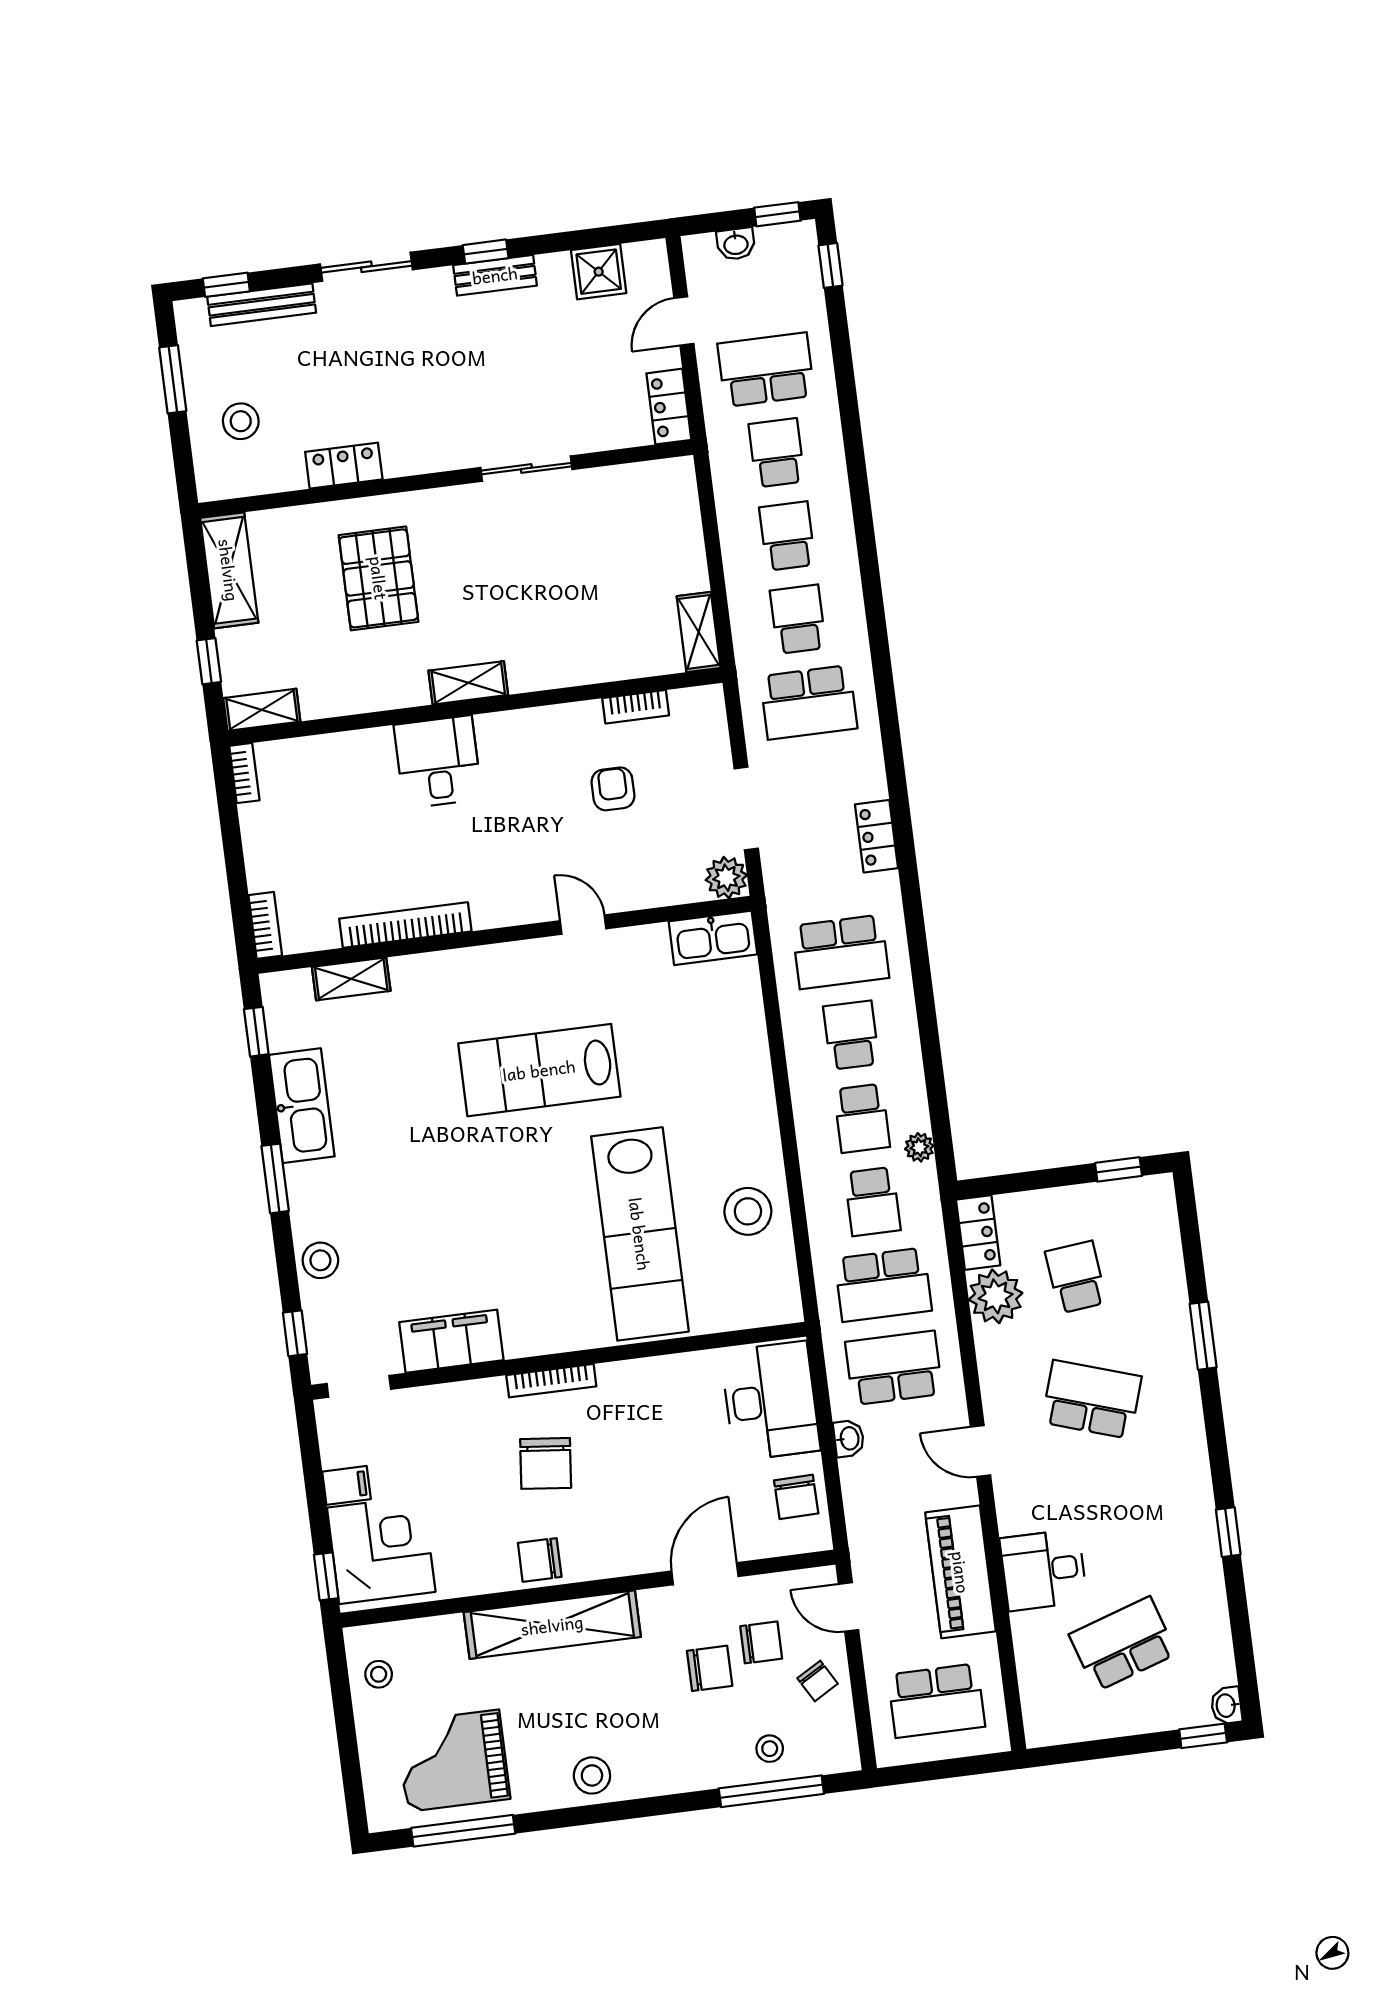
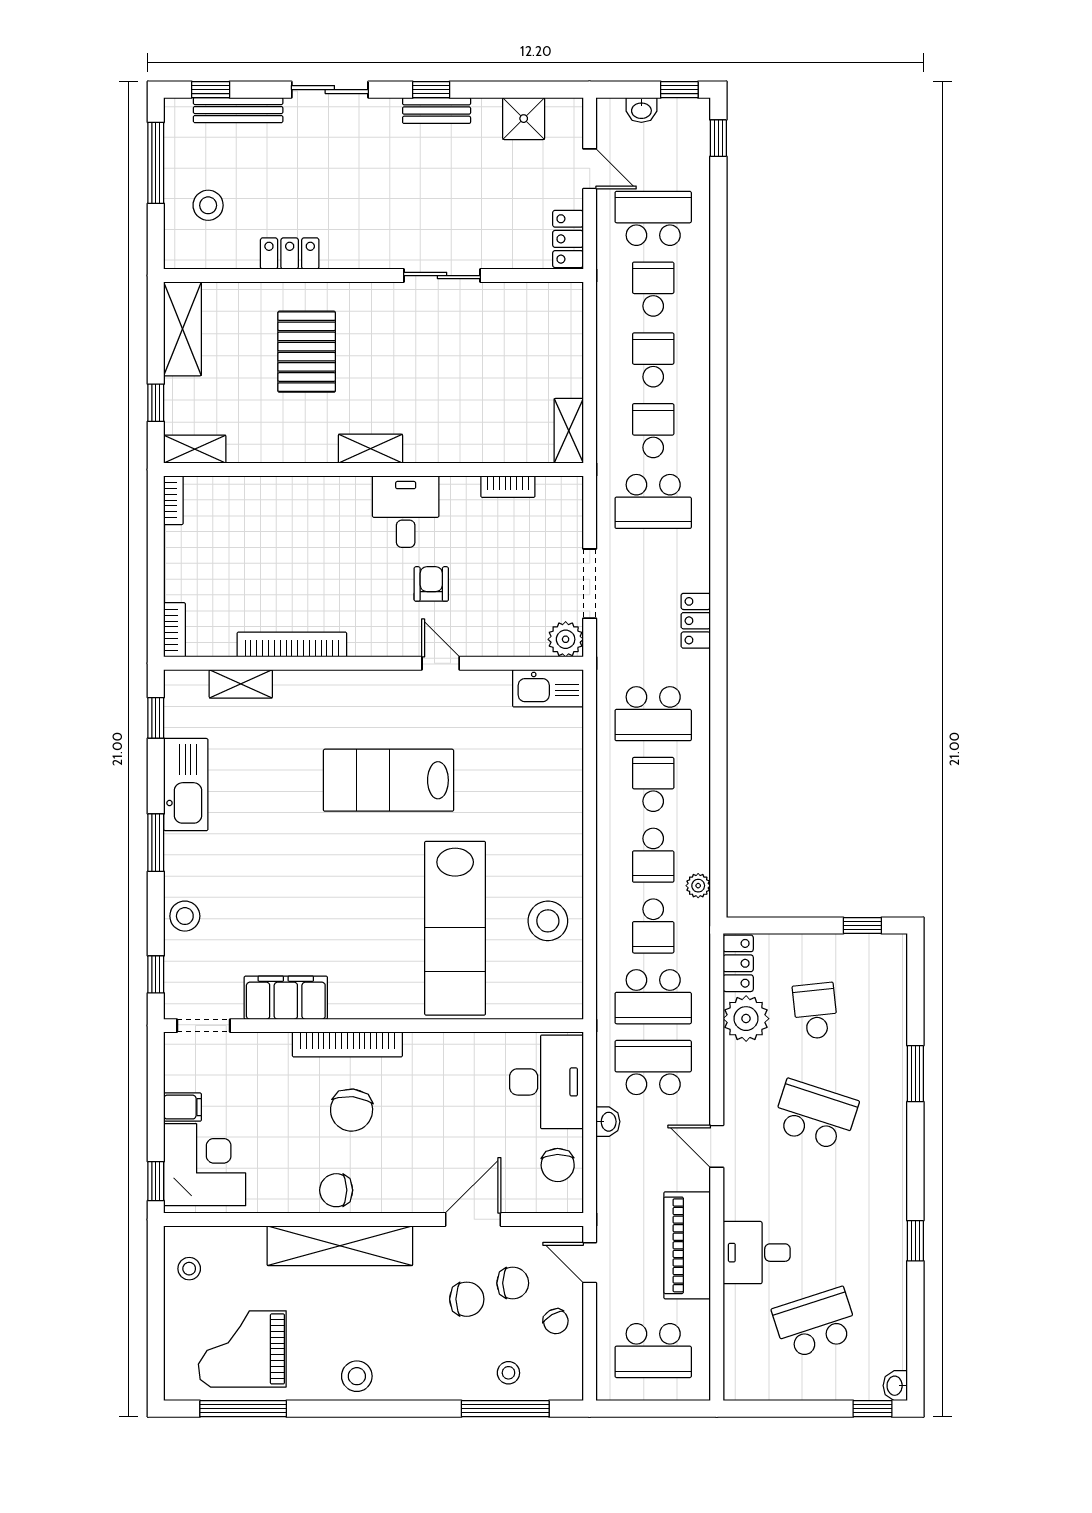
door: (684, 321) -> (590, 169), swing flipped
window: (173, 379) -> (156, 163), width x1.44
desk: (438, 762) -> (406, 512), moved
armchair: (613, 789) -> (431, 584), moved
bookcase: (551, 1381) -> (347, 1044), width x1.48, depth x1.31

